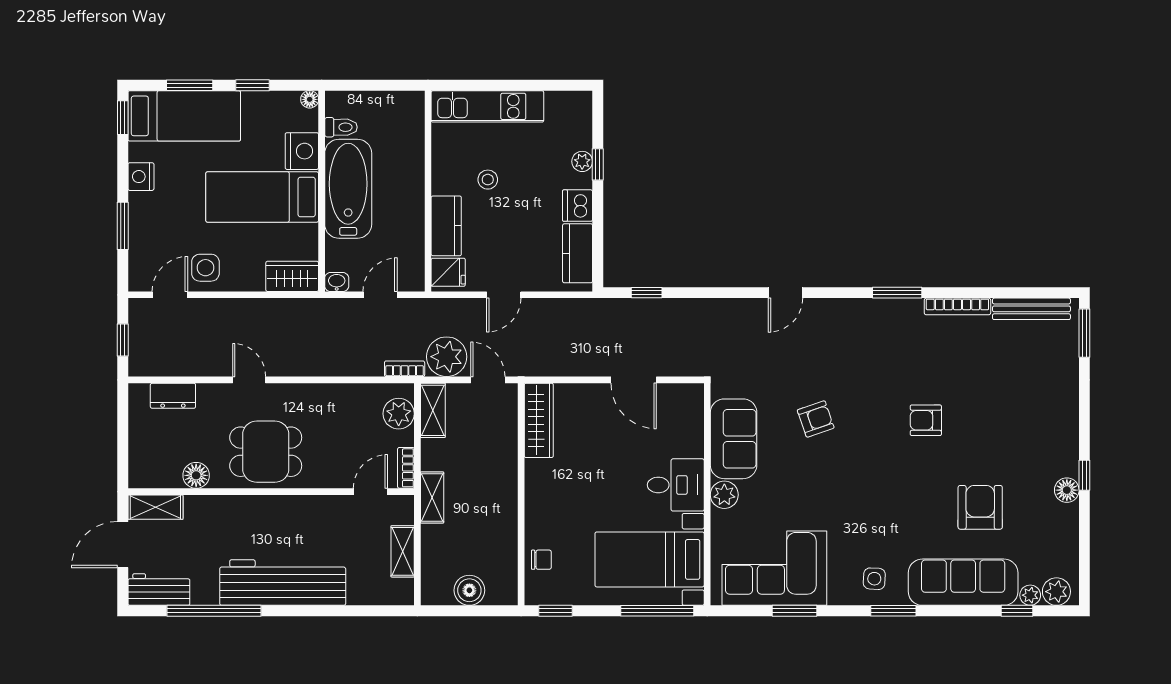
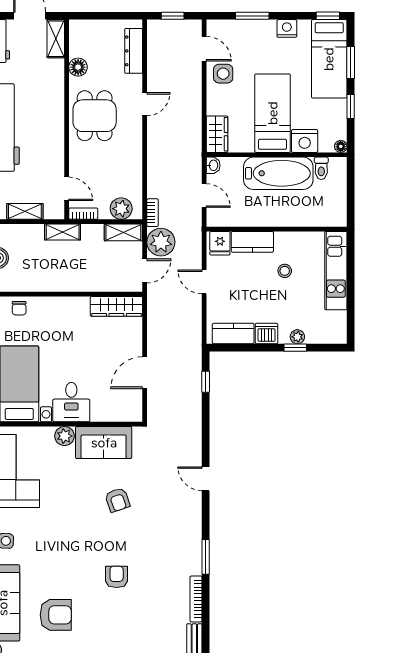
dresser: (173, 396) -> (134, 51), width x1.44

